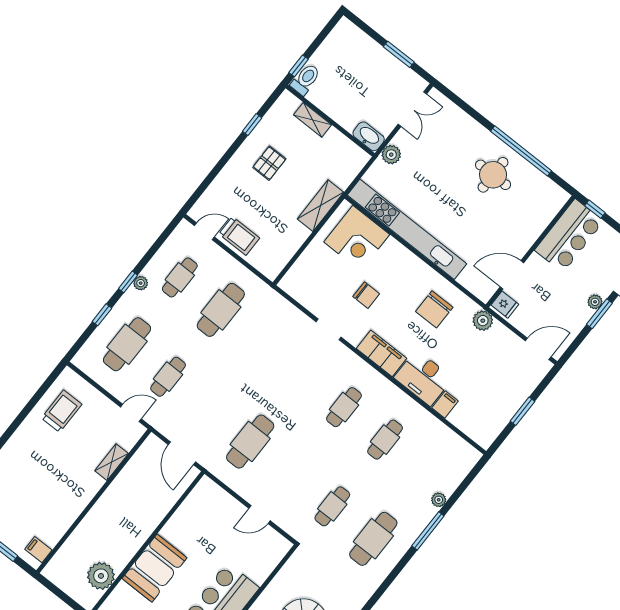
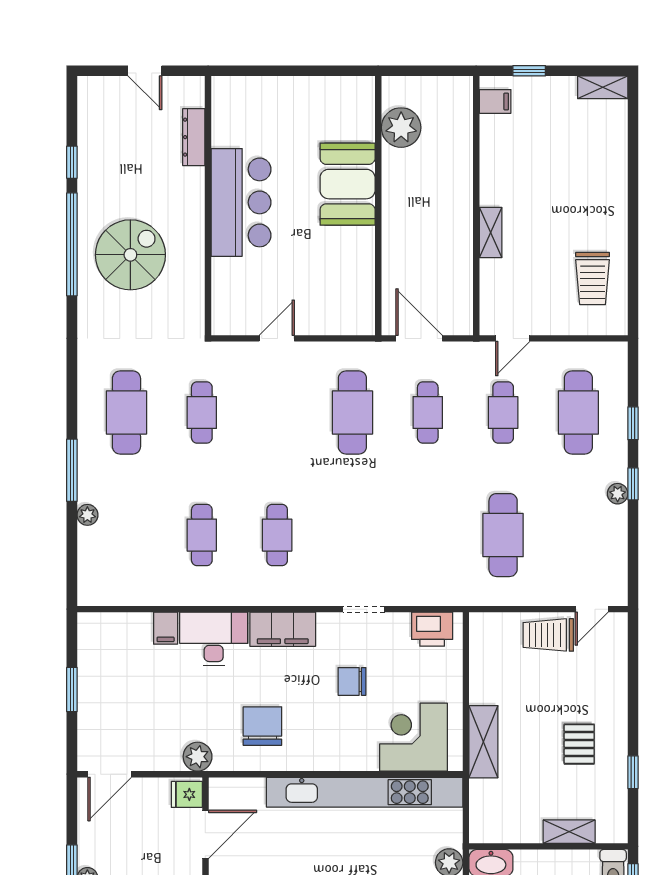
cafe table: (180, 277) -> (428, 412), moved
printer: (300, 289) -> (432, 629), added
shelving: (112, 462) -> (491, 232), moved

